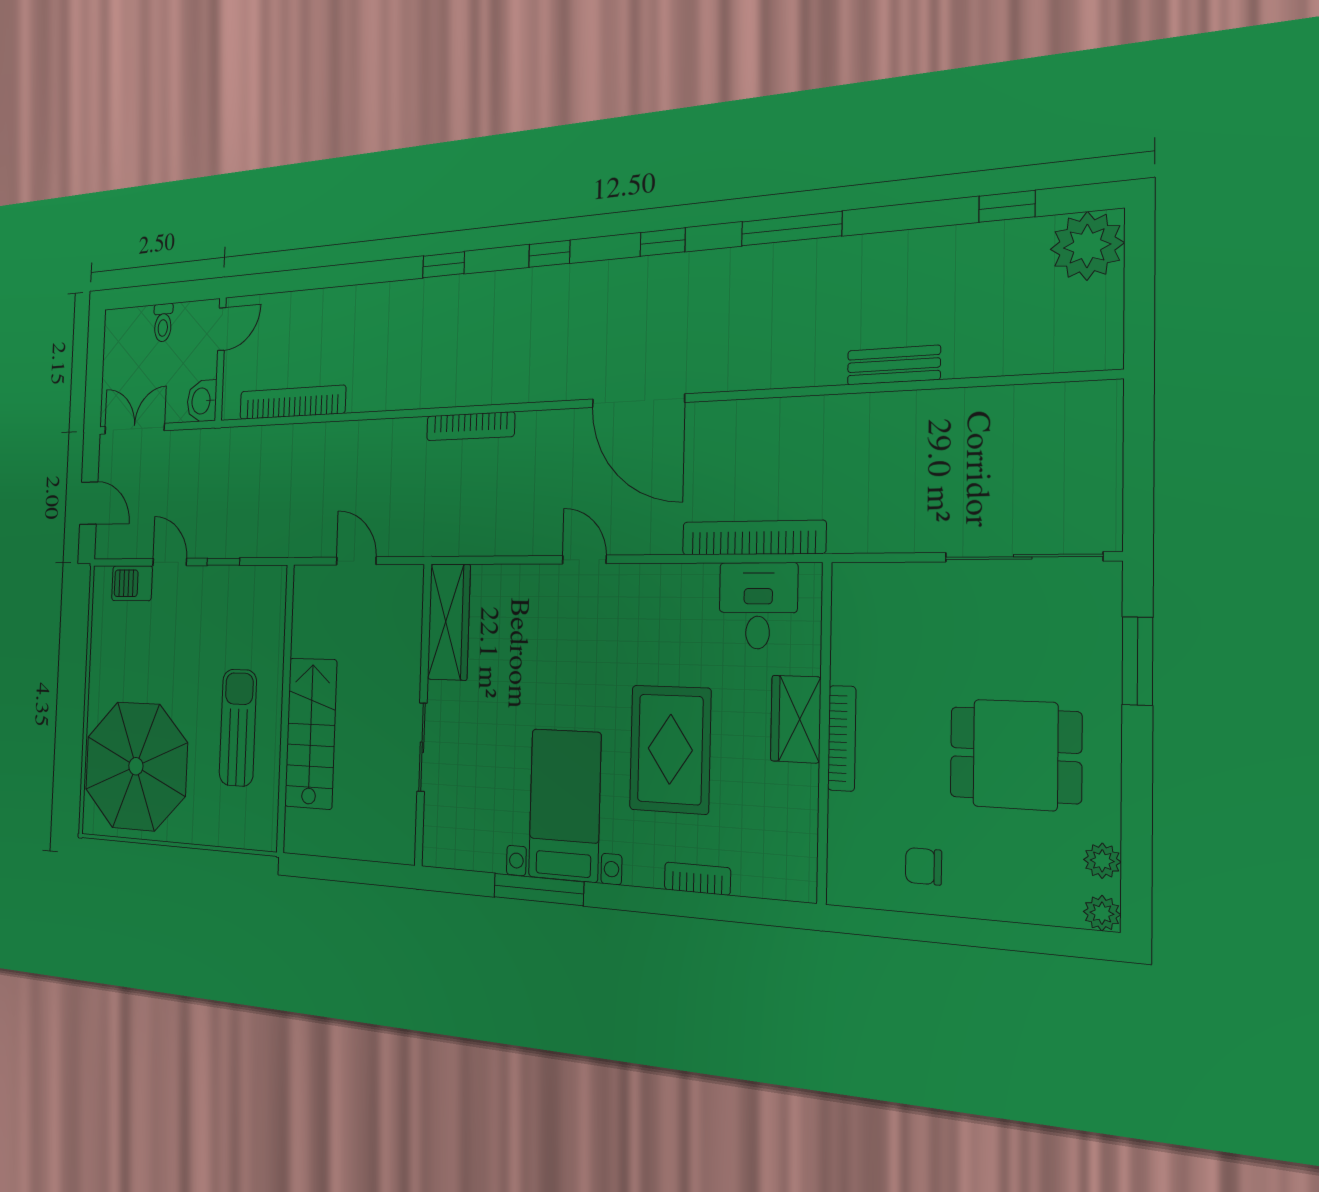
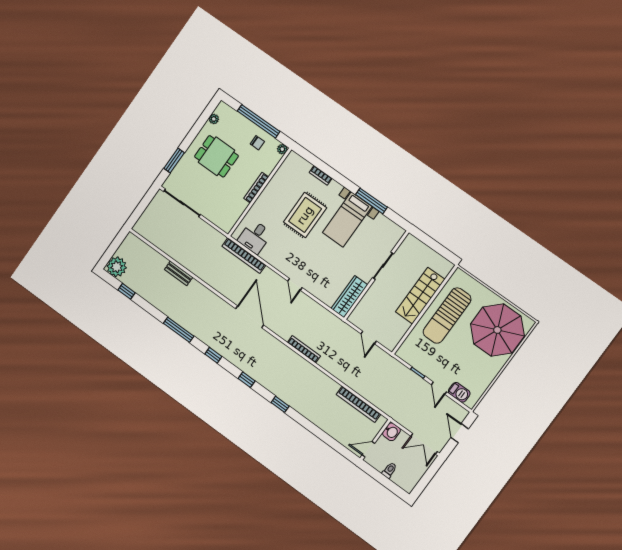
wardrobe: (796, 719) -> (265, 200), removed
sun lounger: (238, 728) -> (447, 316), width x1.36, depth x1.34
plant: (1102, 913) -> (282, 149), moved
window: (962, 931) -> (259, 121), added

